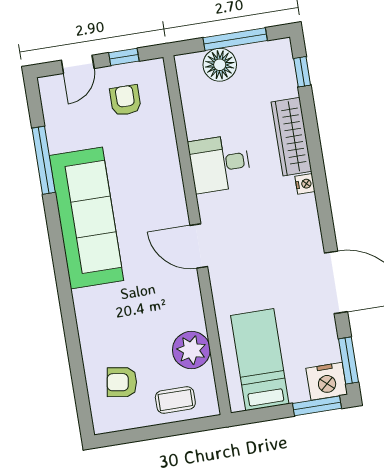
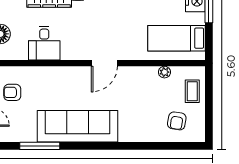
desk: (220, 164) -> (44, 43), moved
plant: (191, 350) -> (164, 72), width x0.53, depth x0.53

